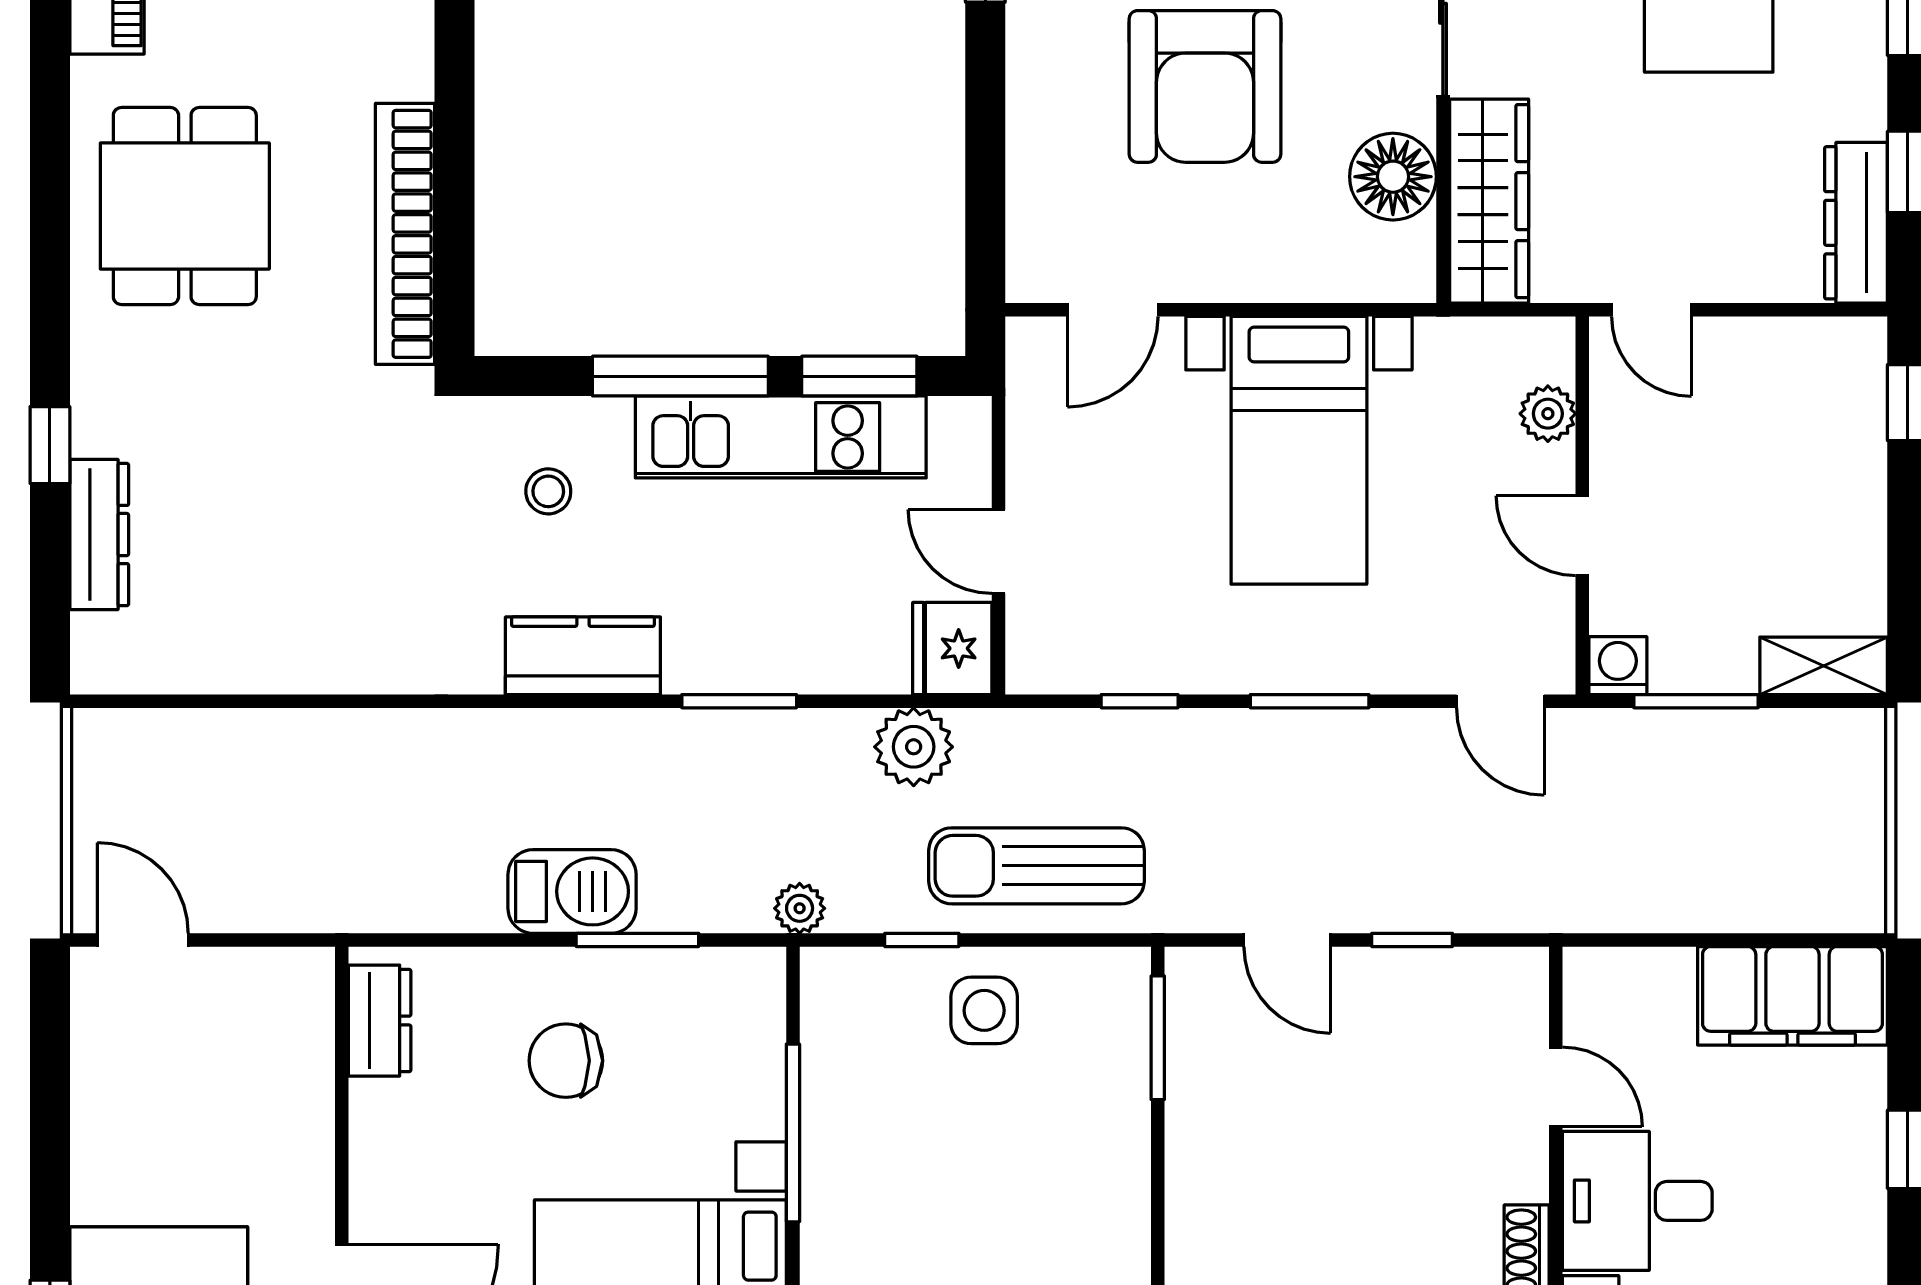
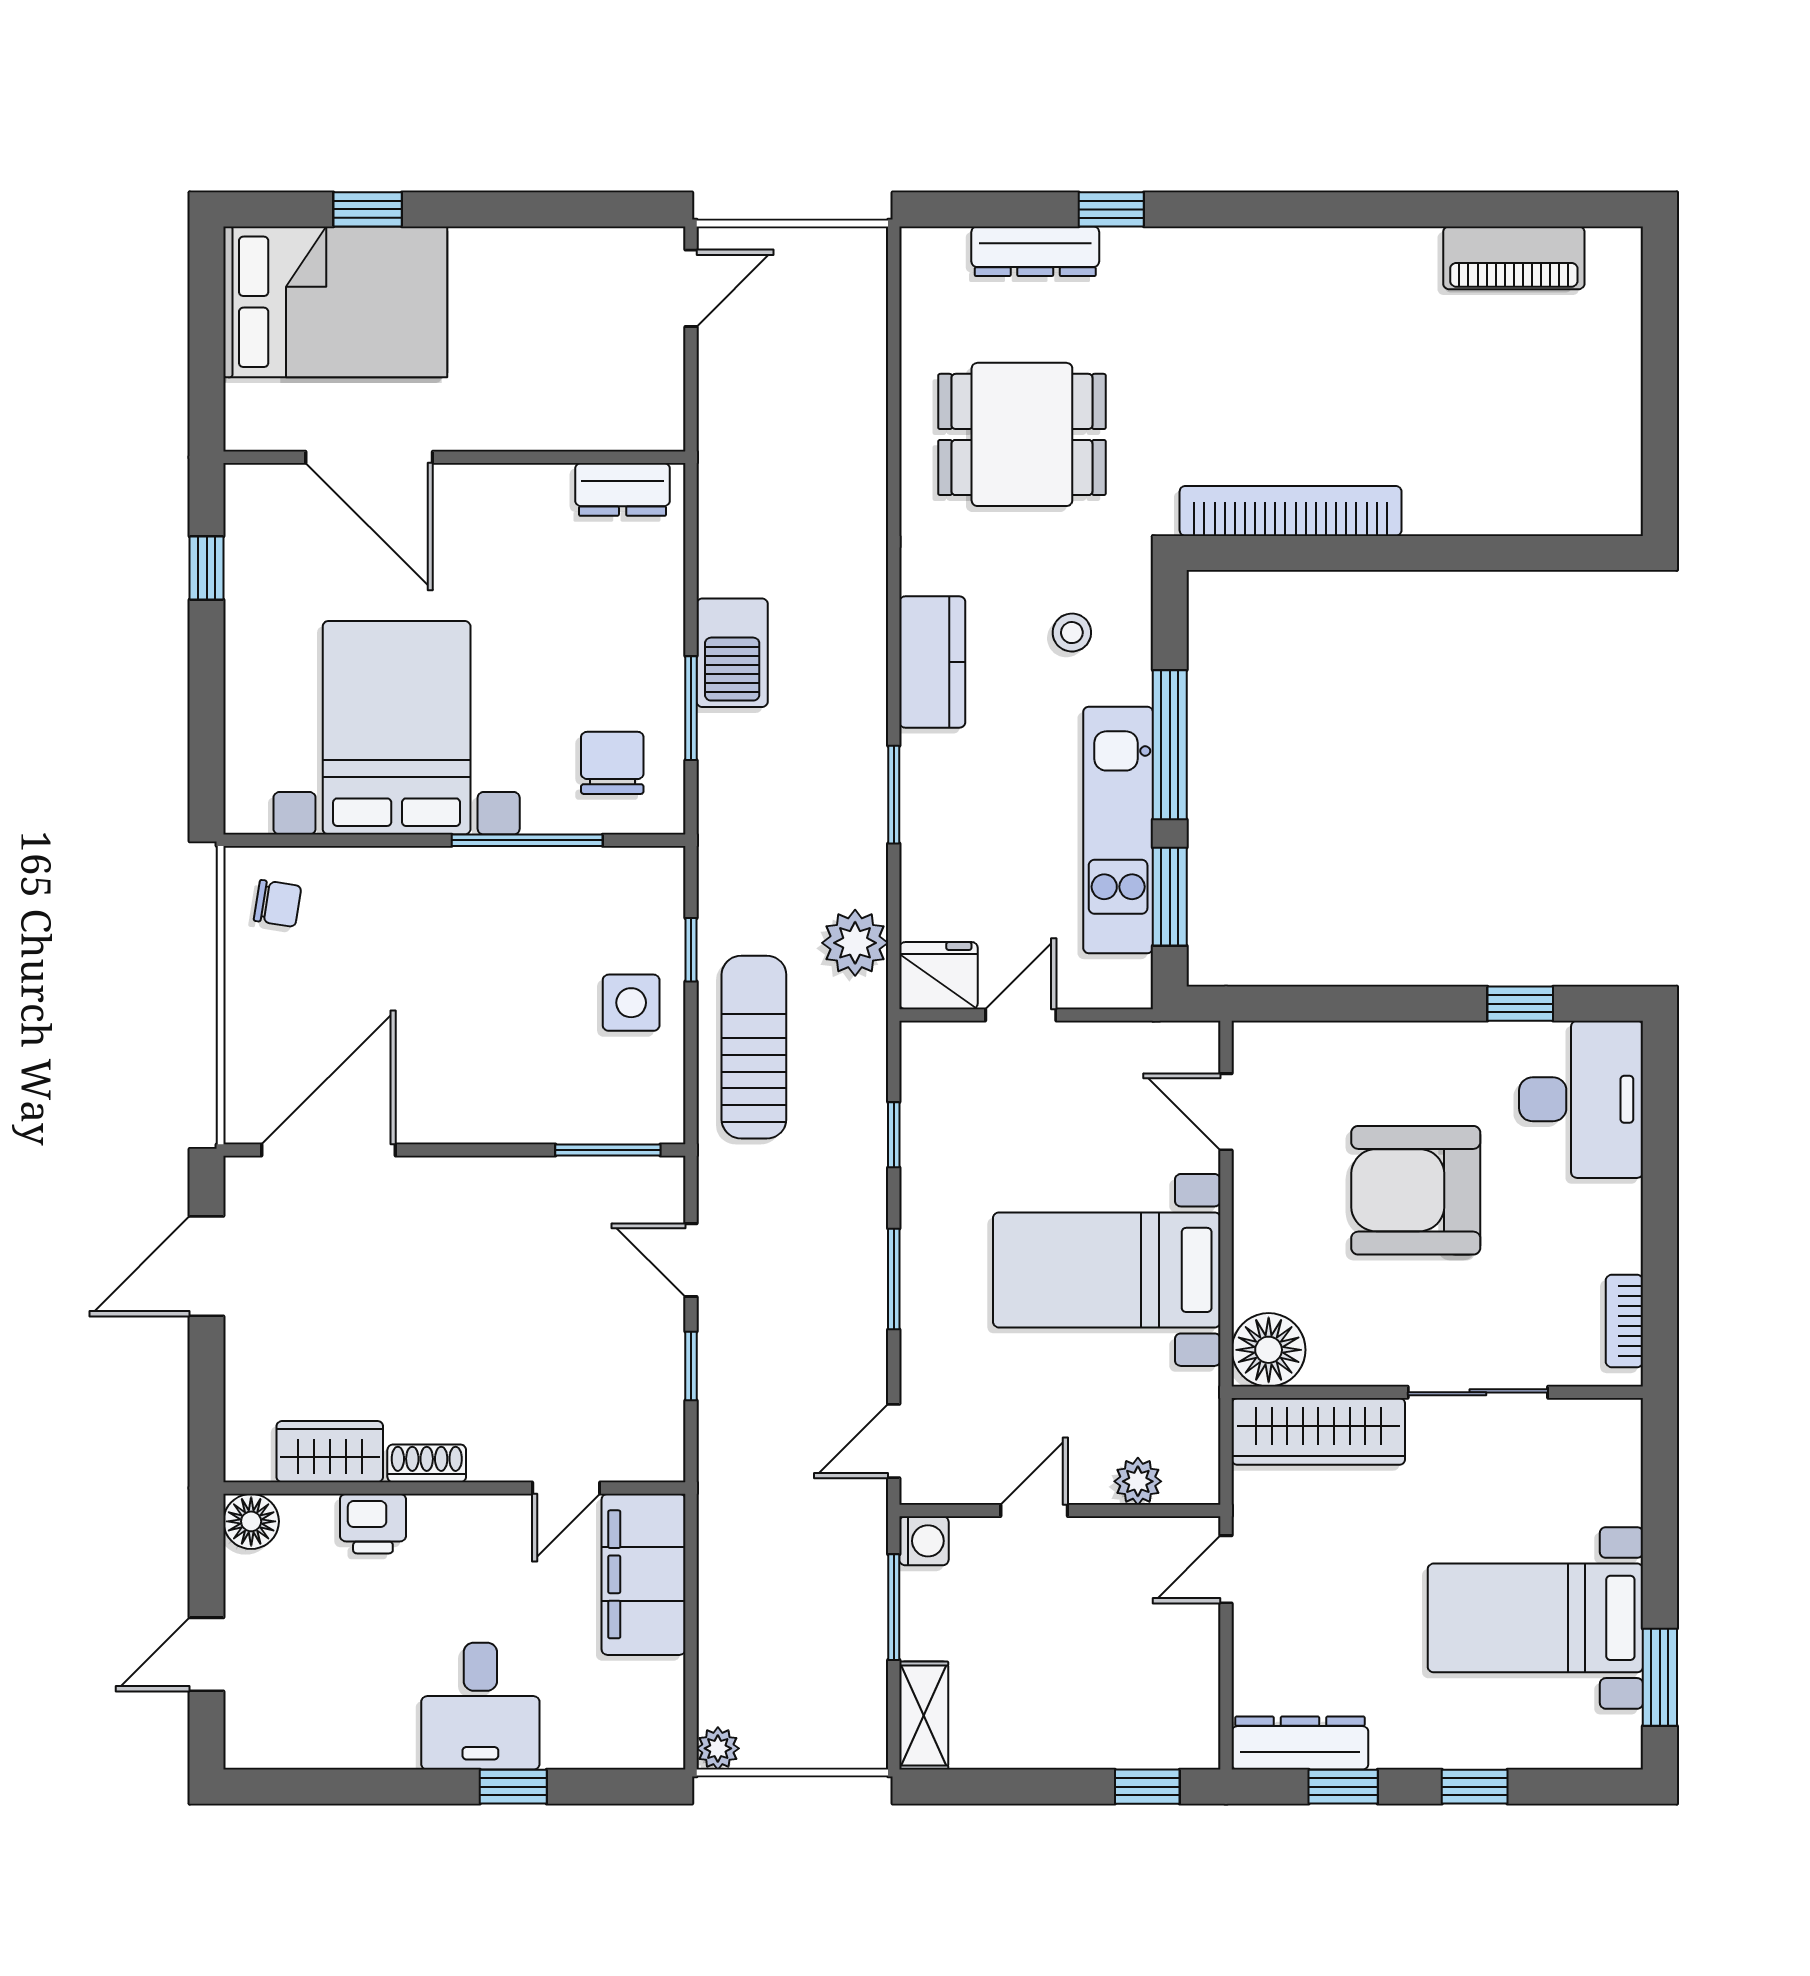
floor lamp: (1393, 177) -> (1269, 1350), moved
dining table: (185, 206) -> (1022, 434), moved
plant: (800, 908) -> (718, 1748), moved
door: (1287, 940) -> (691, 1260), hinge flipped
filing cabinet: (1792, 996) -> (644, 1574), moved
chair: (566, 1061) -> (612, 763), moved
desk: (1637, 1201) -> (480, 1706), moved, turned 180

